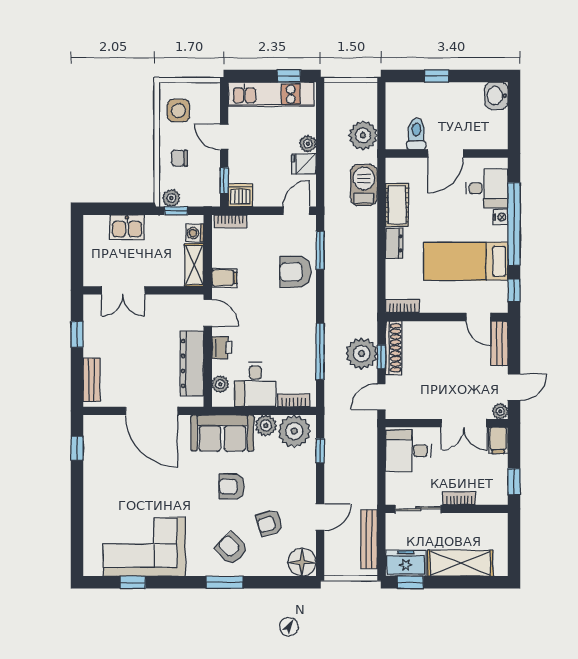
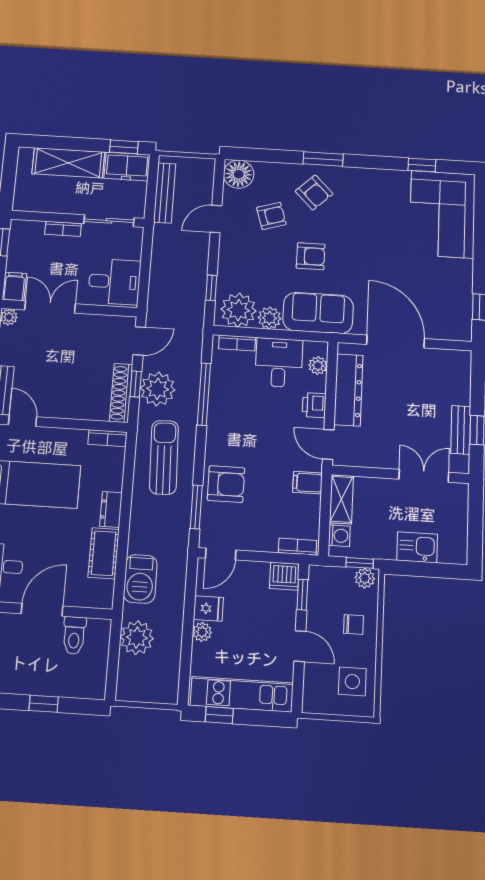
sun lounger: (351, 292) -> (164, 457), added
bench: (92, 380) -> (461, 430), moved
corner sofa: (144, 547) -> (442, 214), moved, turned 90

